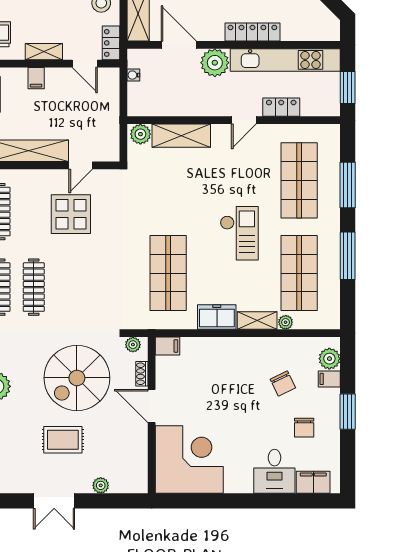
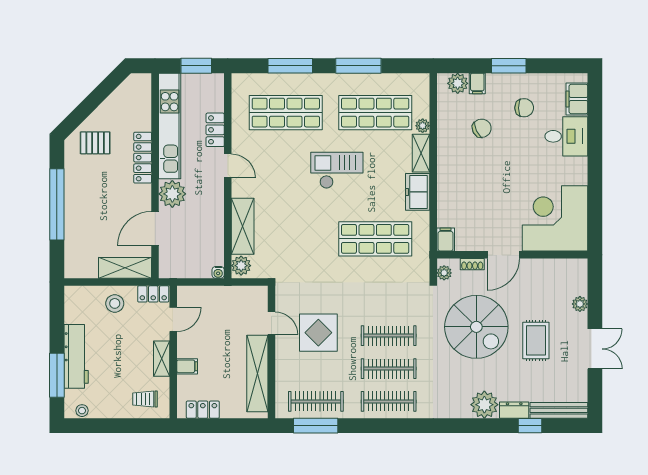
water cooler: (133, 75) -> (218, 272), moved
clothes rail: (68, 287) -> (389, 336), added

